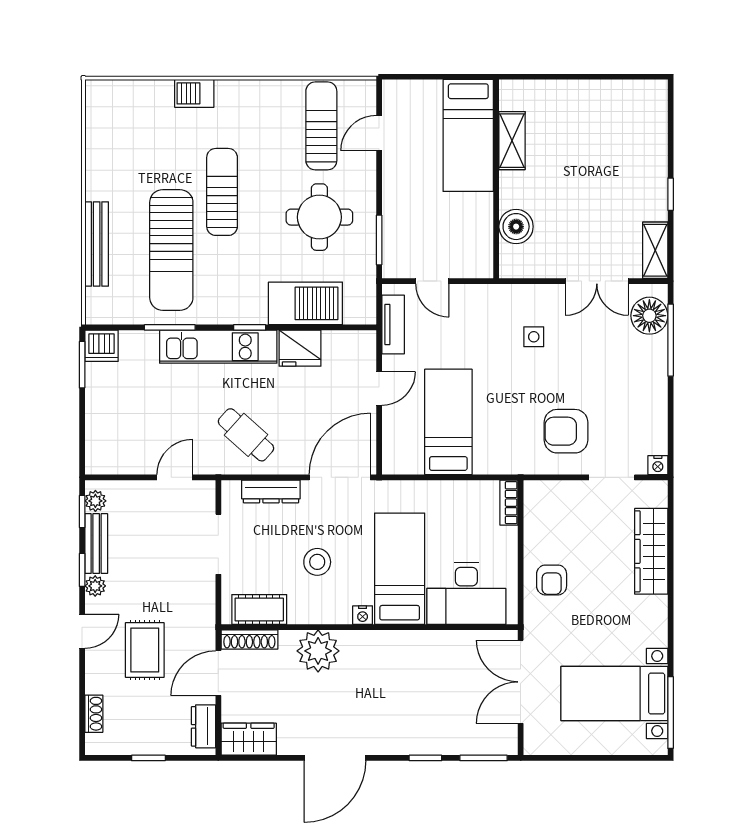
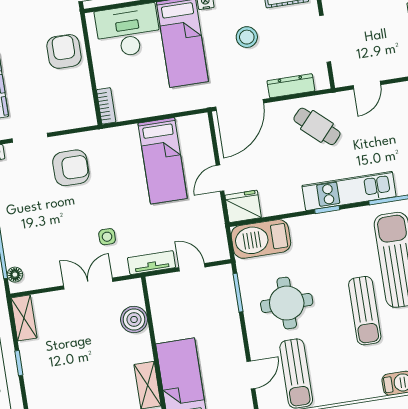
double door: (597, 281) -> (88, 284), moved
barbecue: (305, 303) -> (261, 239), moved
floor lamp: (649, 316) -> (15, 275), width x0.53, depth x0.53
tv unit: (393, 324) -> (152, 263), moved, turned 90
fridge: (300, 348) -> (243, 206), moved
armchair: (552, 580) -> (64, 51), width x1.38, depth x1.38

